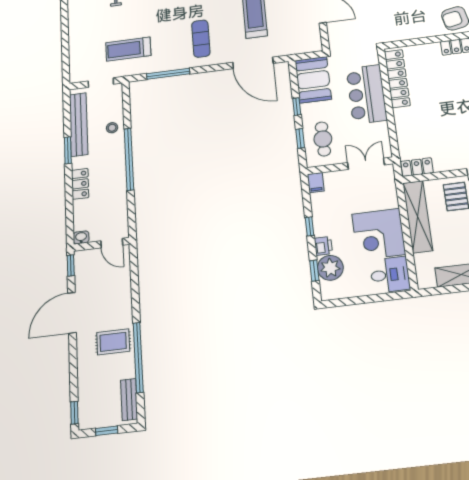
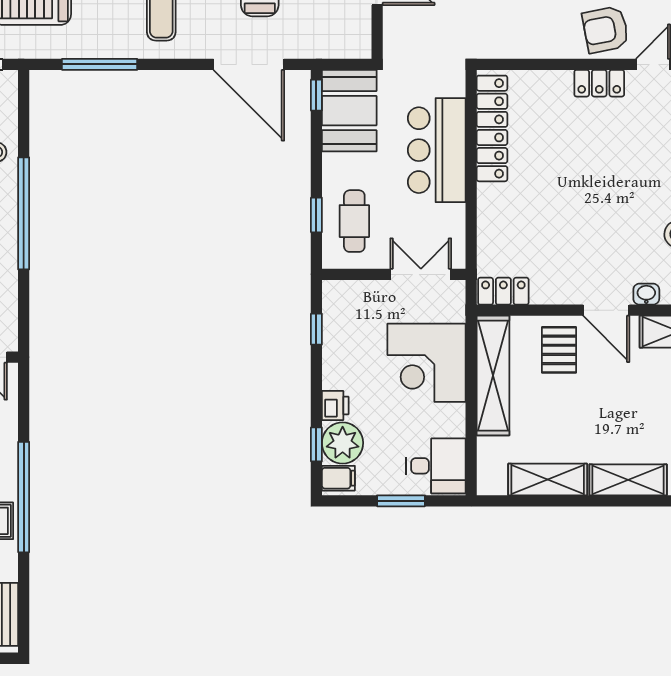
window: (297, 107) -> (316, 95), moved
filing cabinet: (316, 183) -> (338, 478), moved, turned -90
window: (310, 226) -> (316, 329), moved
corner desk: (379, 234) -> (426, 363), moved
window: (371, 299) -> (401, 501), added
window: (138, 357) -> (24, 497), moved

